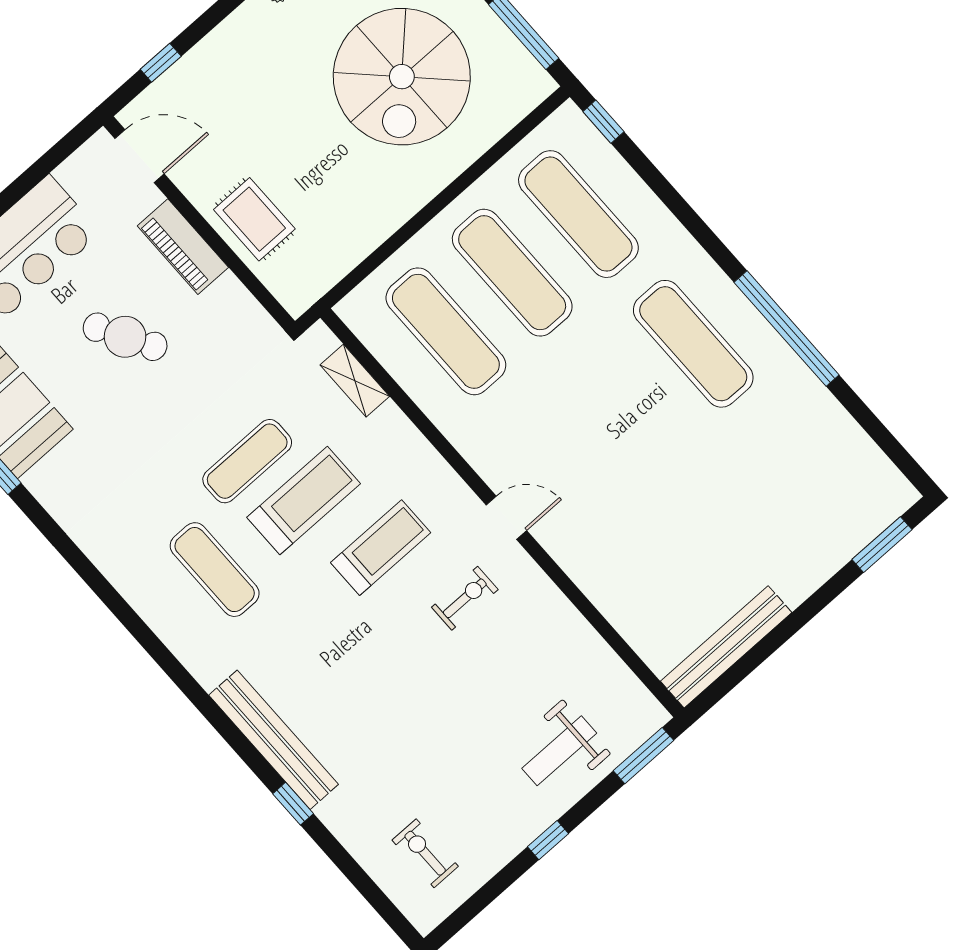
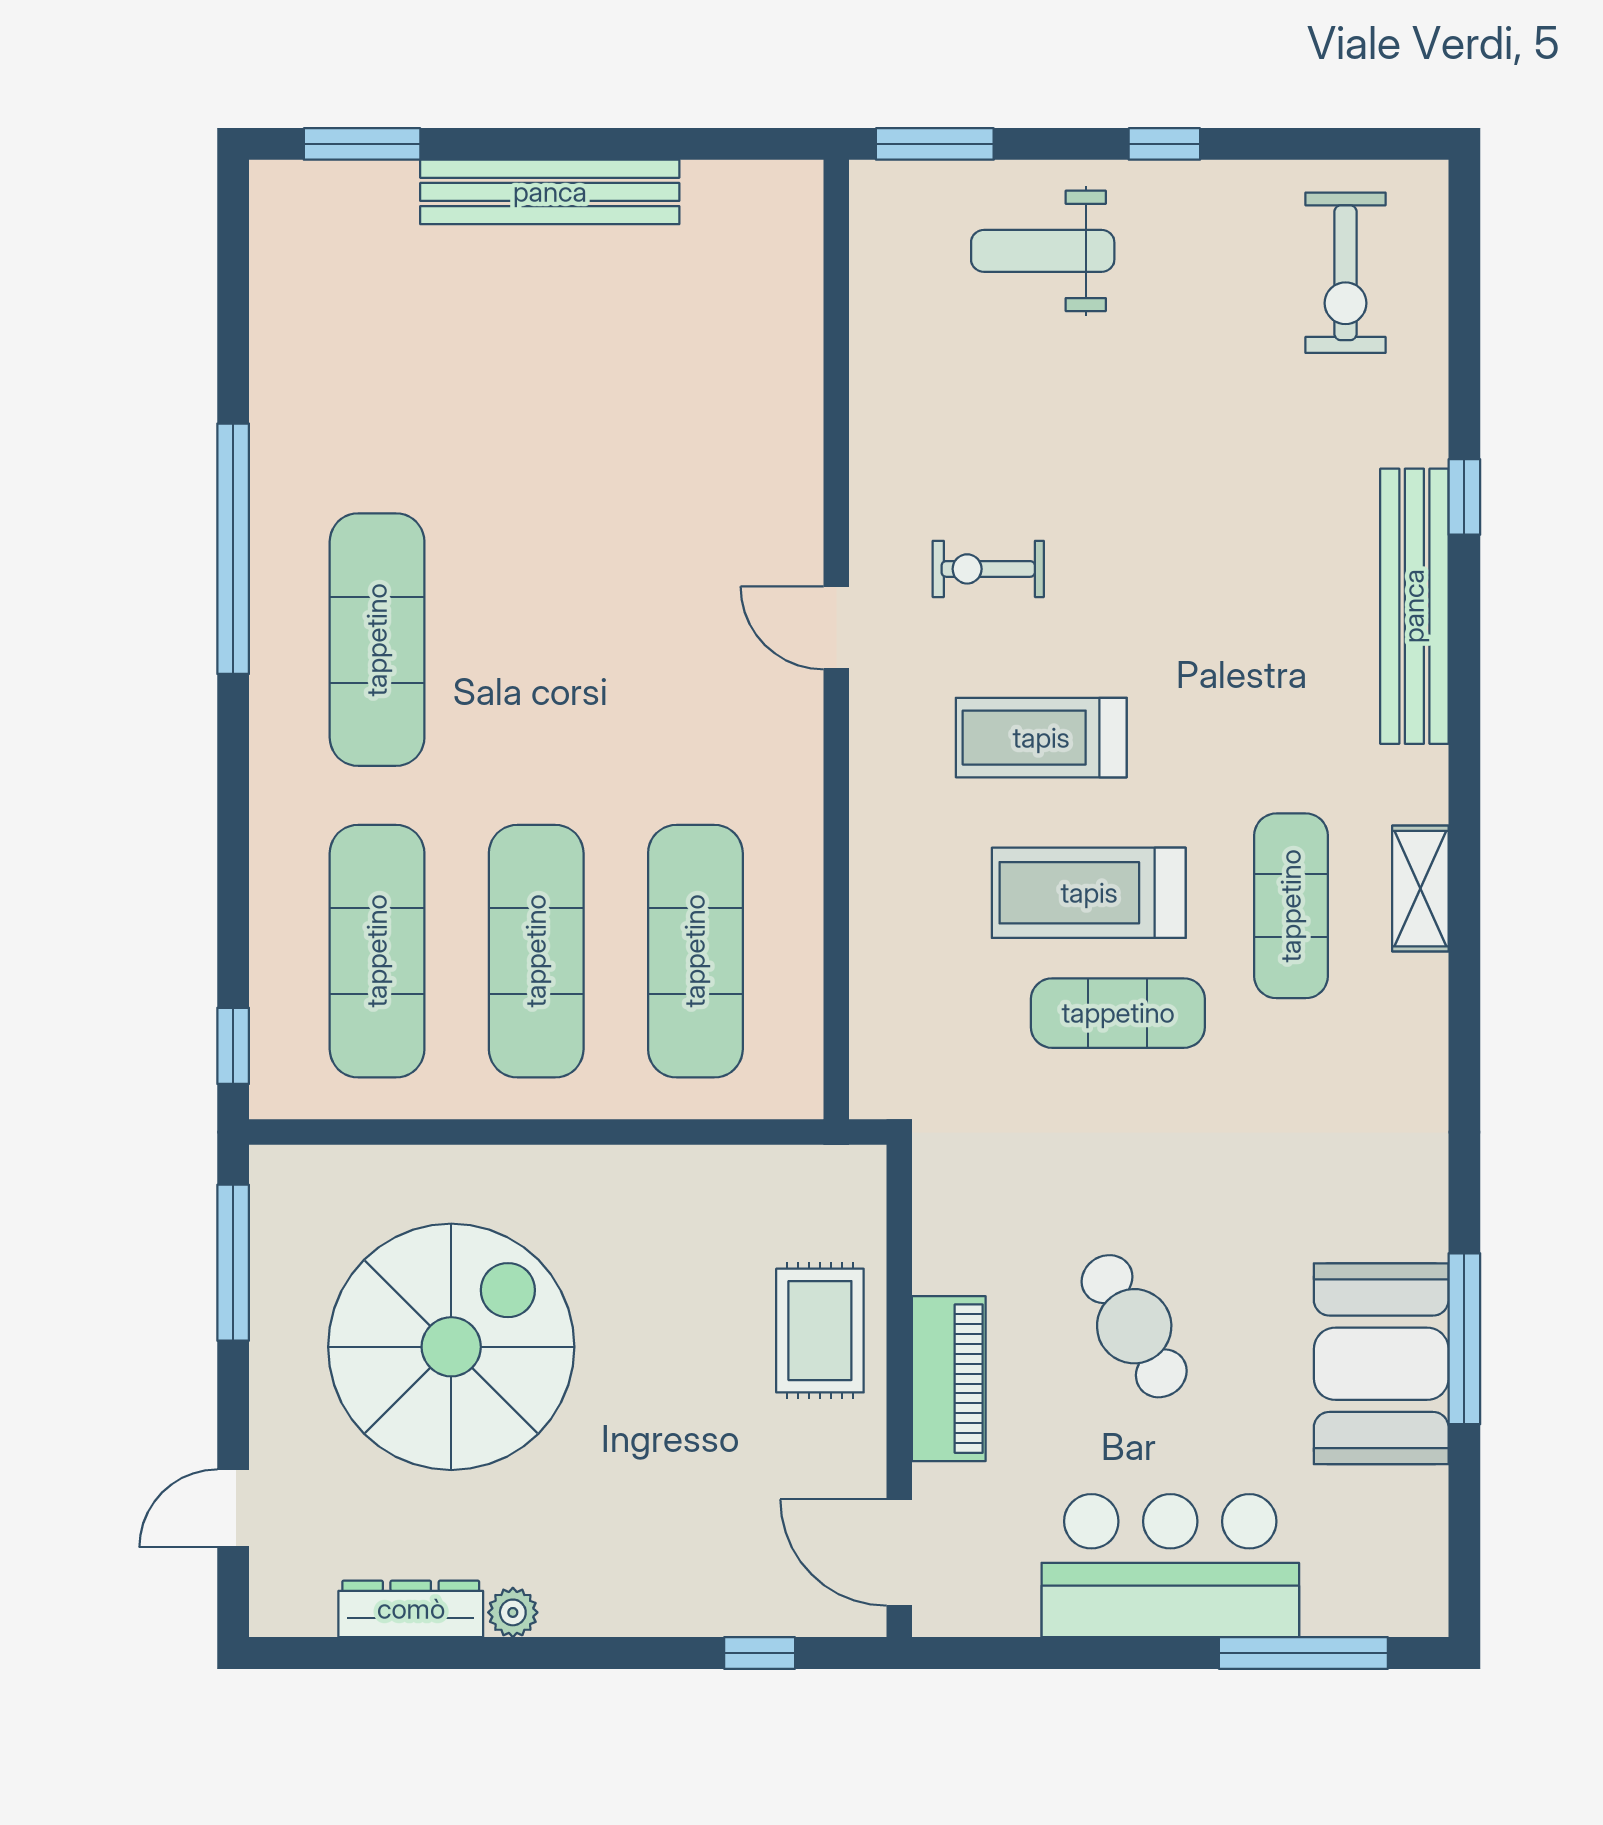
shelving: (355, 381) -> (1420, 889), moved
bench: (726, 647) -> (550, 192), moved
weight bench: (559, 751) -> (1043, 251), turned 180
exercise bike: (425, 853) -> (1345, 273), width x1.38, depth x1.39

